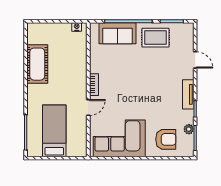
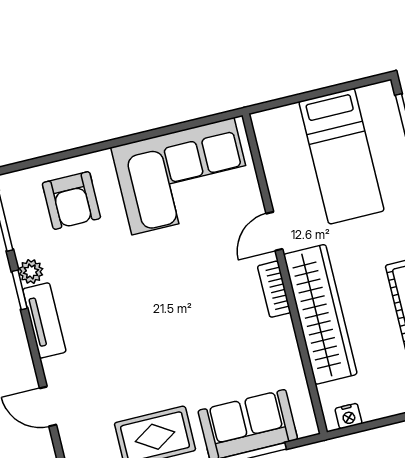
wardrobe: (78, 70) -> (320, 314), added
plant: (189, 129) -> (31, 271), moved
armchair: (166, 139) -> (71, 201), turned -90

